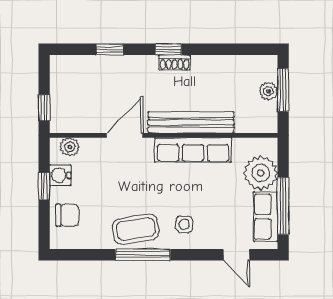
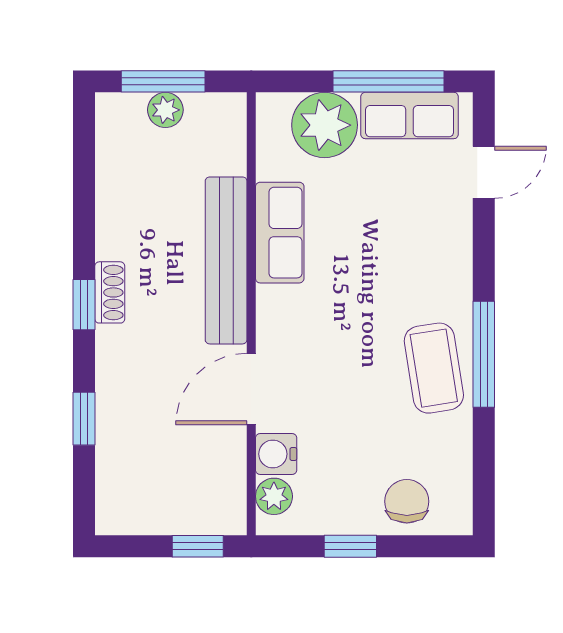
door: (125, 135) -> (251, 389), hinge flipped
row of seats: (193, 150) -> (280, 233), width x0.68
water cooler: (60, 175) -> (276, 454), moved, turned 90
side table: (184, 224) -> (424, 274), removed

